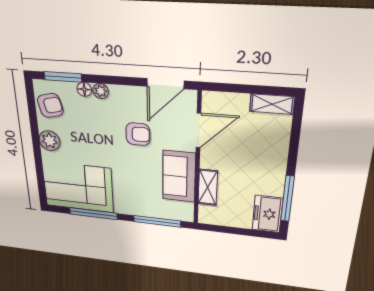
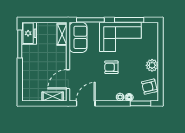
shelving: (272, 104) -> (53, 97), moved
armchair: (138, 134) -> (111, 67), moved
sofa: (179, 176) -> (78, 37), moved
corner sofa: (78, 187) -> (120, 37), moved
shelving: (208, 187) -> (62, 34), moved

